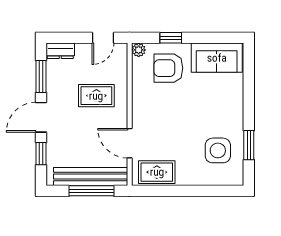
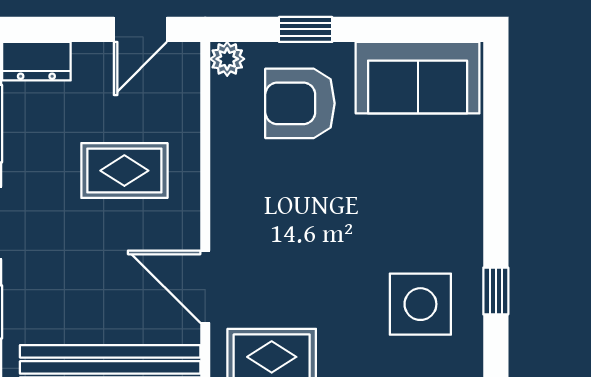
window: (249, 145) -> (496, 291), width x0.67

